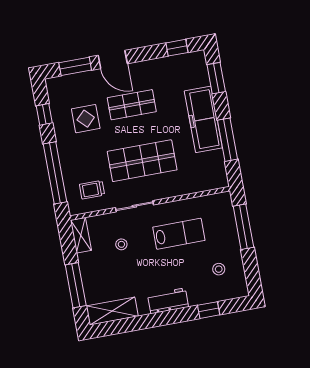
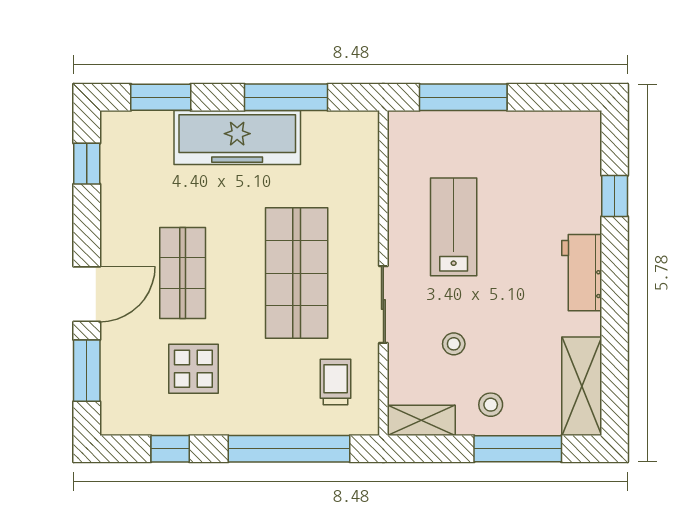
trolley: (92, 190) -> (336, 382), turned 180
stool: (219, 269) -> (491, 405), moved

